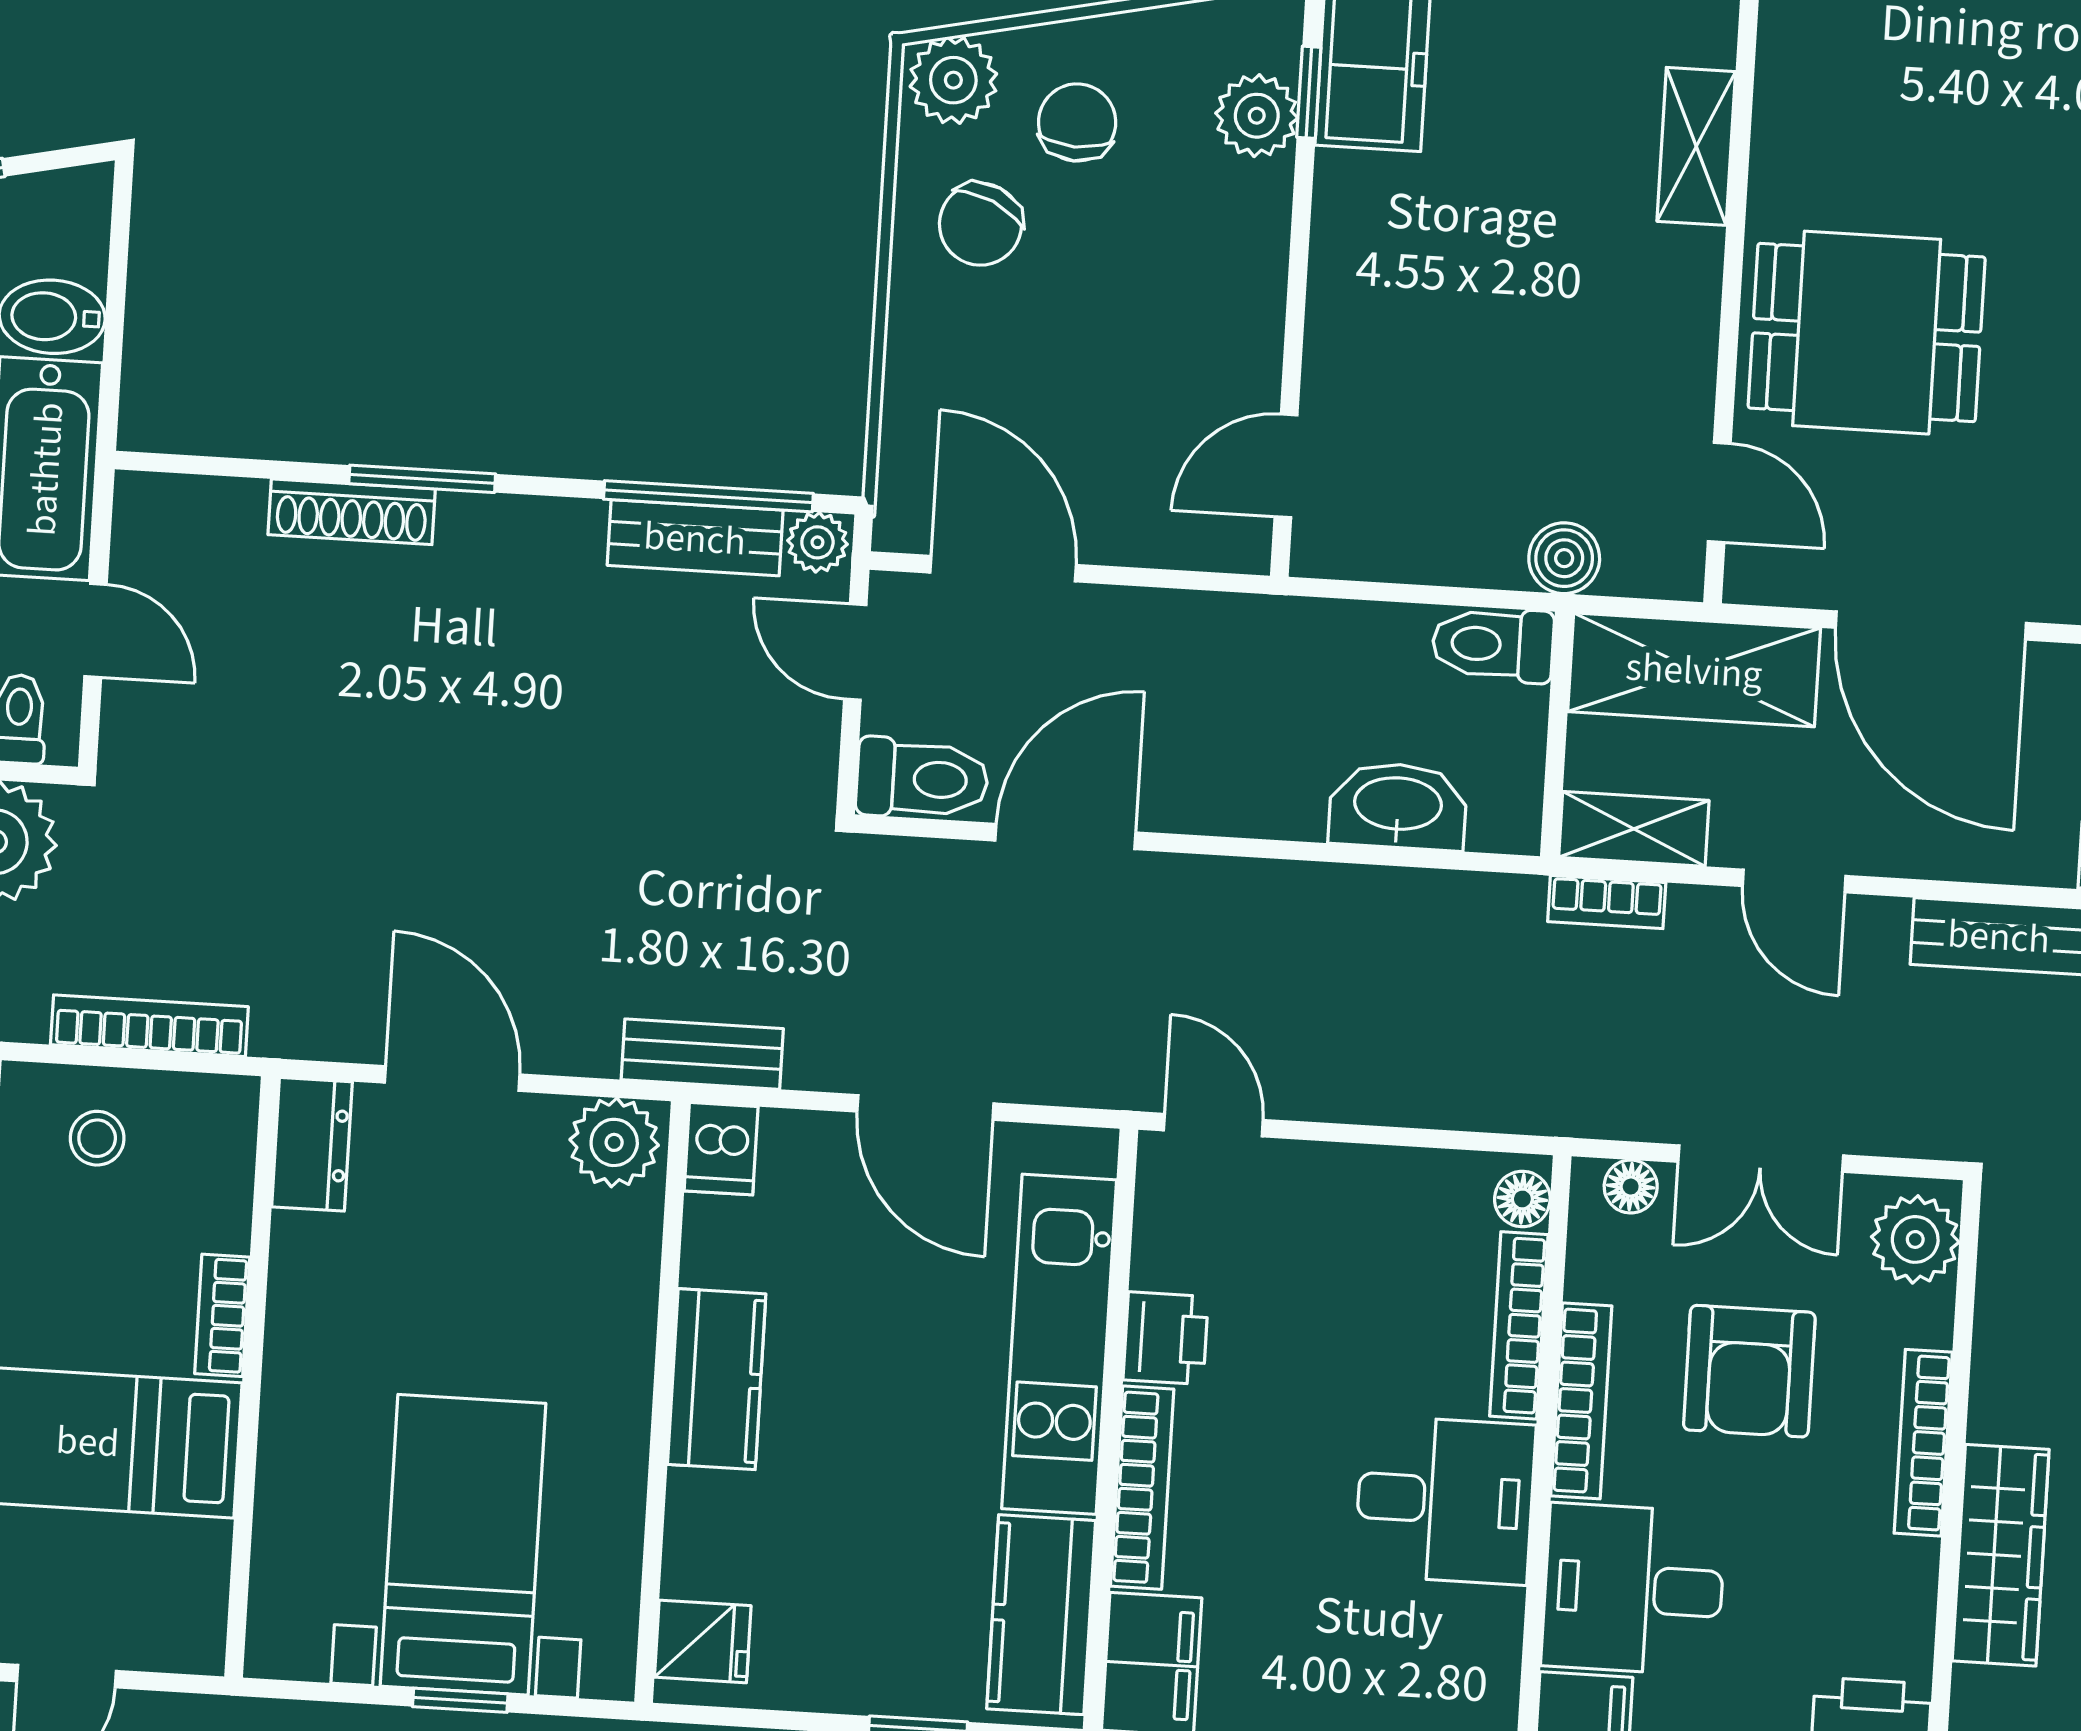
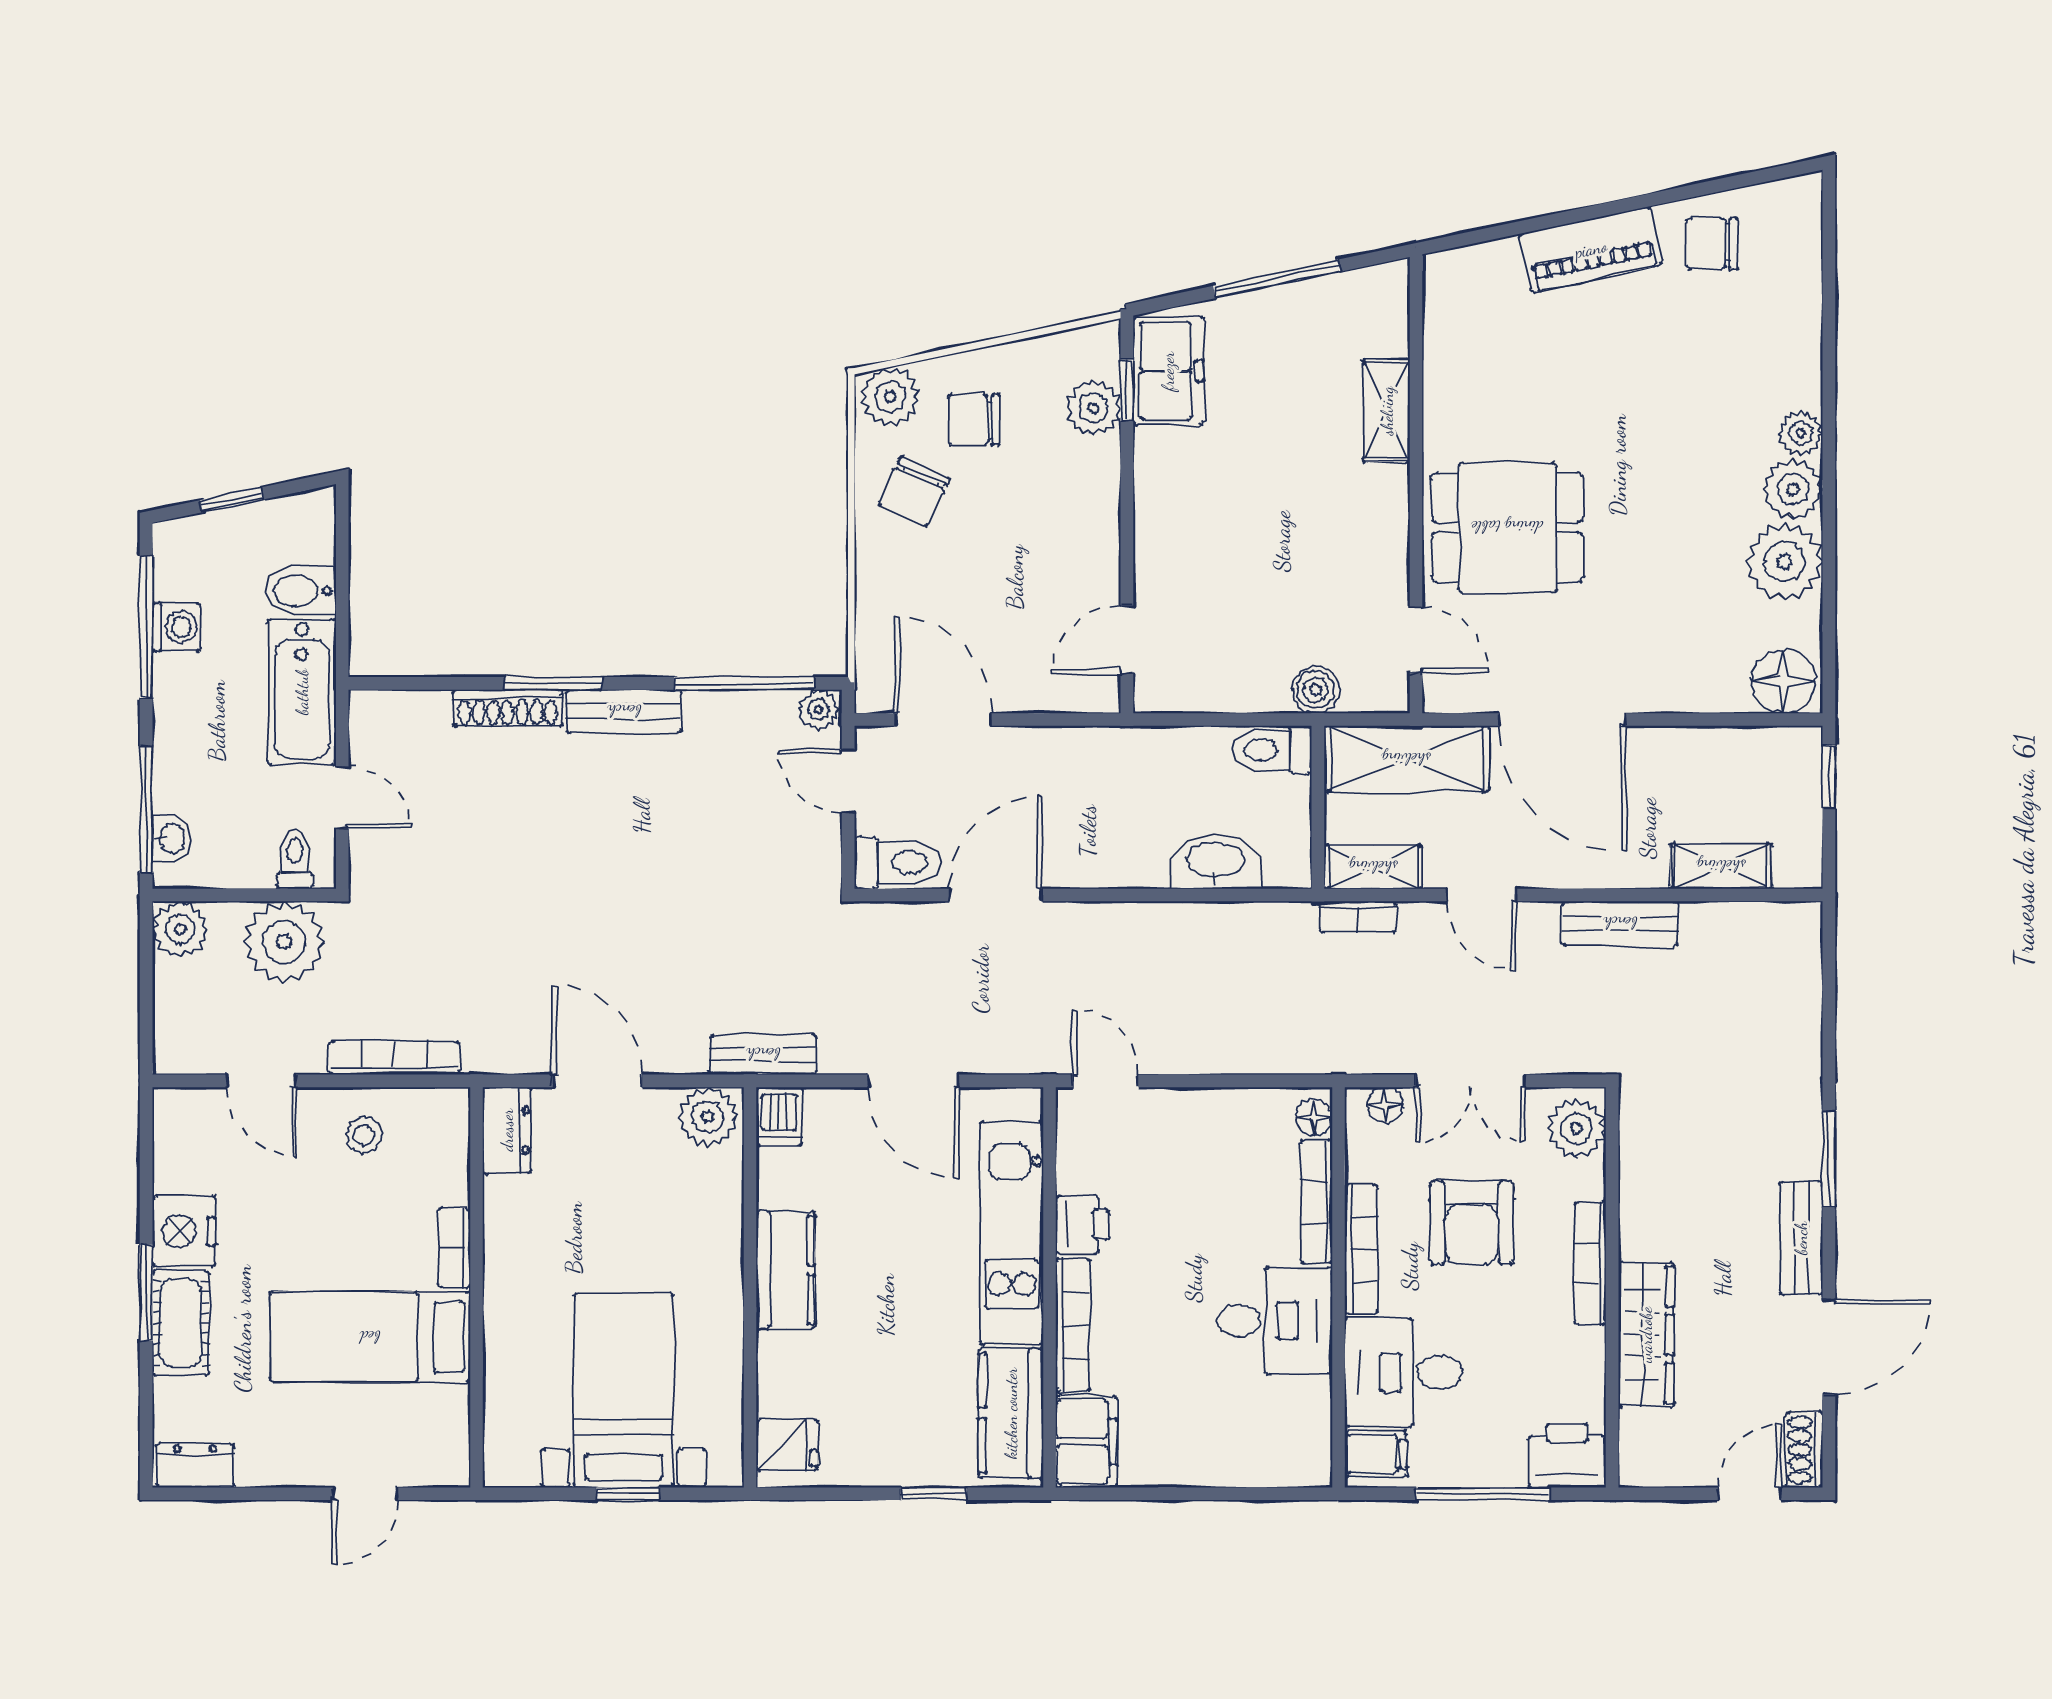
chair: (1077, 122) -> (974, 420), turned -92
bench: (695, 538) -> (624, 711), moved

